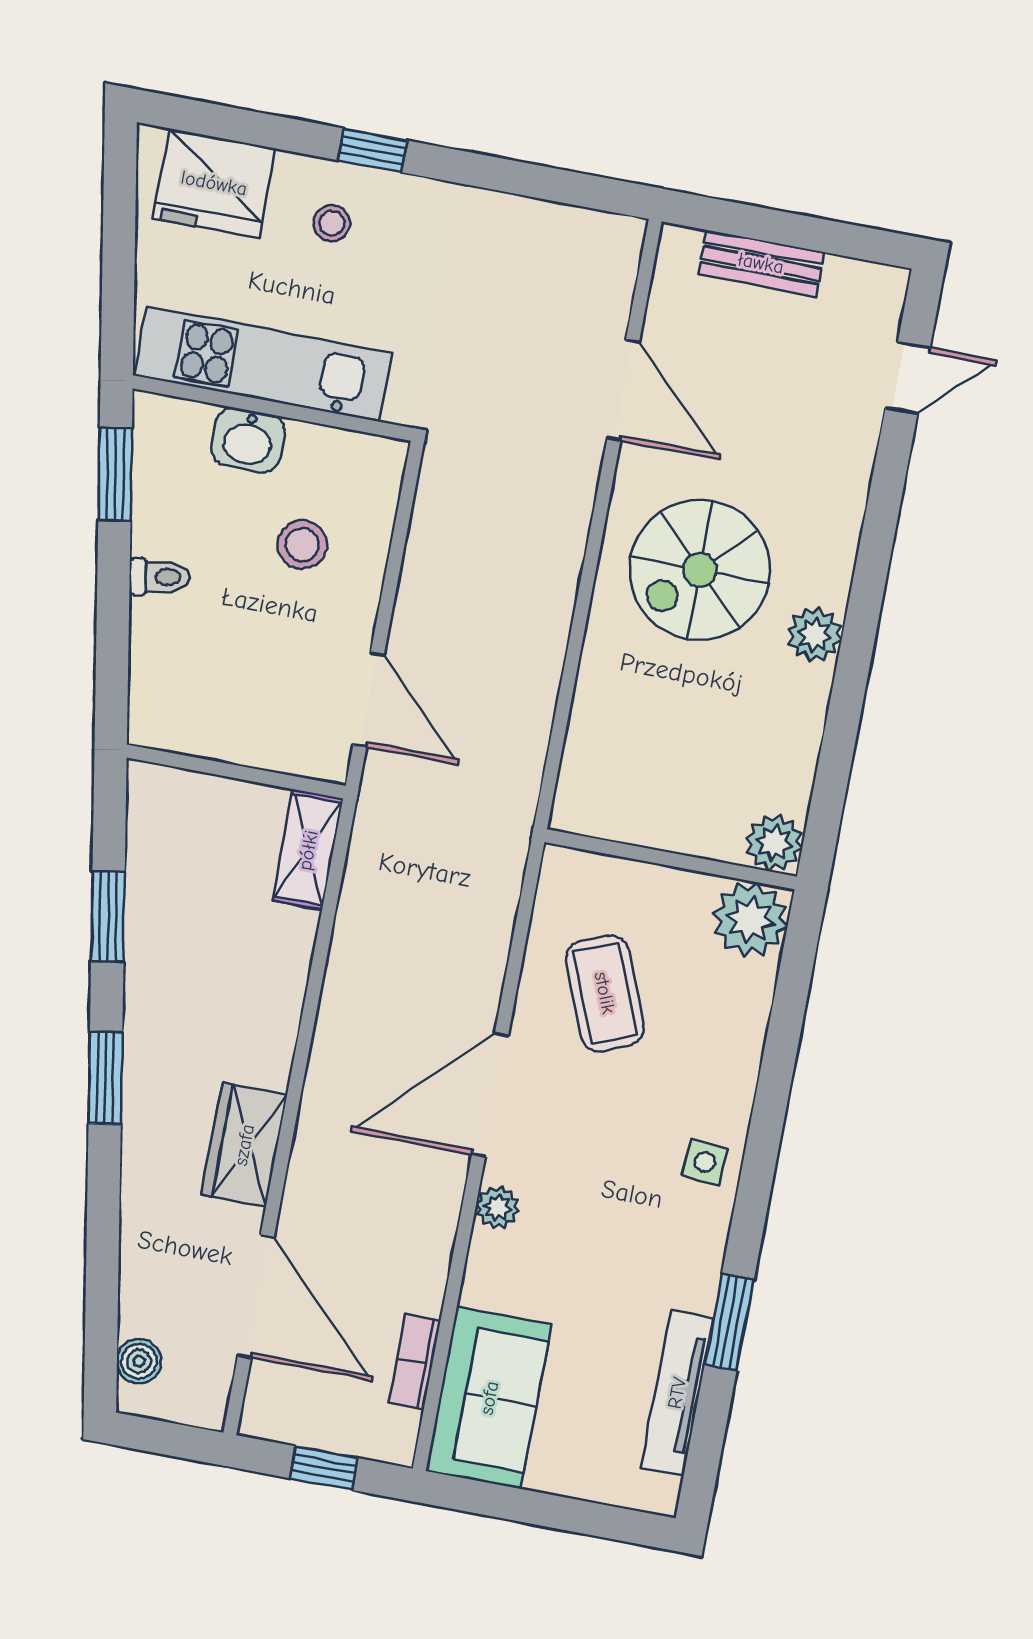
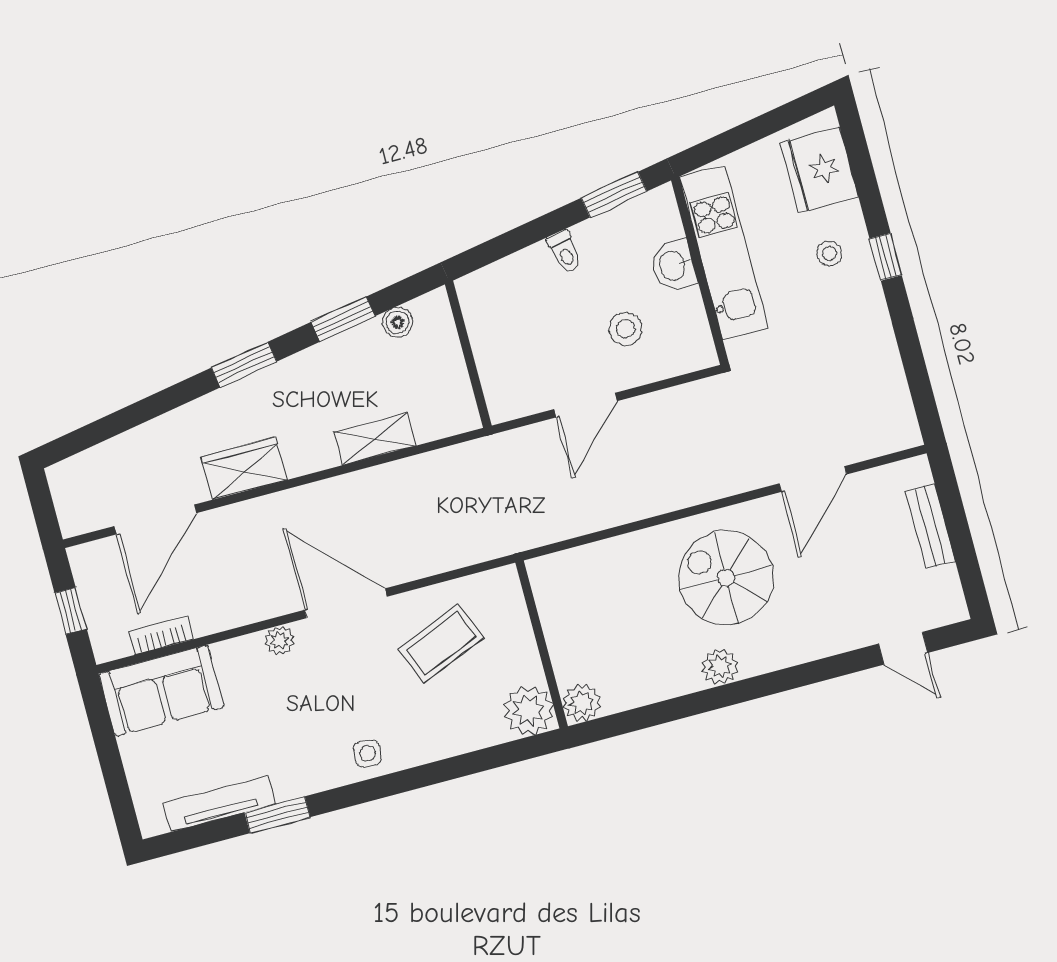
door: (369, 700) -> (586, 405), moved
shelving: (308, 850) -> (375, 439), moved
boiler: (139, 1361) -> (398, 322), moved

